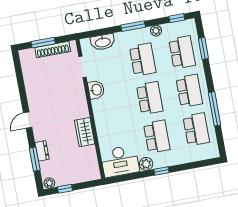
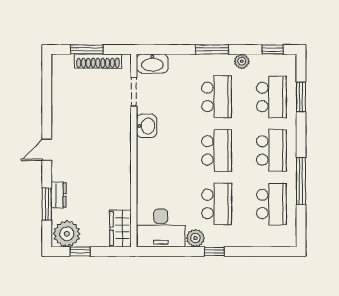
washbasin: (103, 42) -> (152, 63), moved
wardrobe: (85, 132) -> (120, 229), moved
plant: (49, 183) -> (67, 234), width x1.88, depth x1.88

